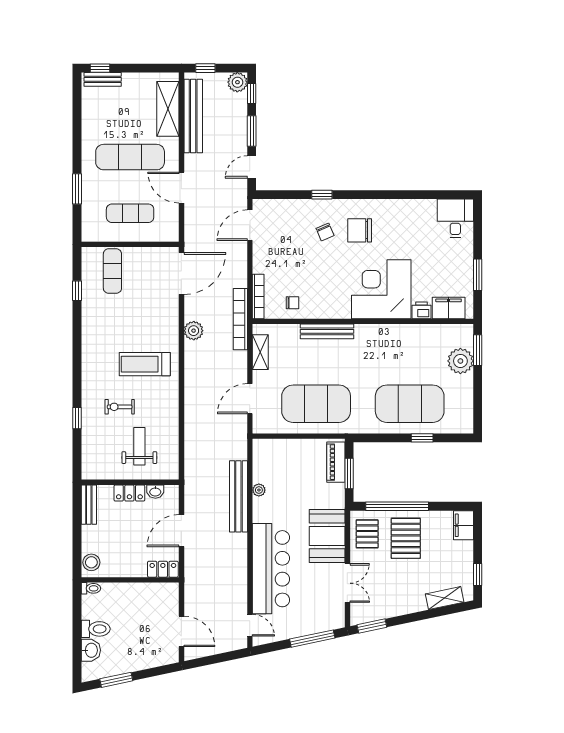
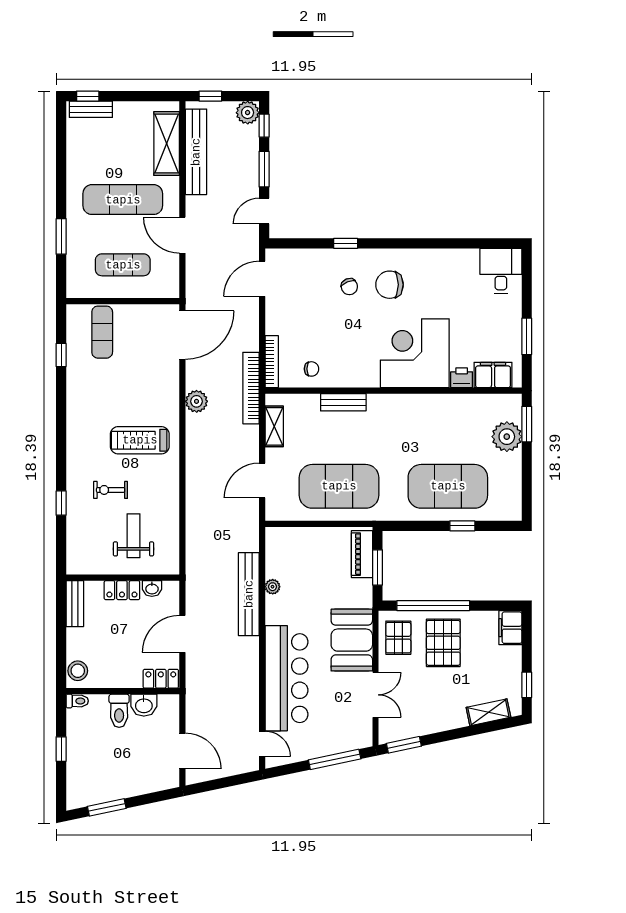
bench: (327, 331) -> (343, 402), width x0.73
toilet: (96, 629) -> (119, 711), moved, turned 90
window: (77, 630) -> (61, 749), added
washbasin: (91, 650) -> (144, 705), moved, turned 90

